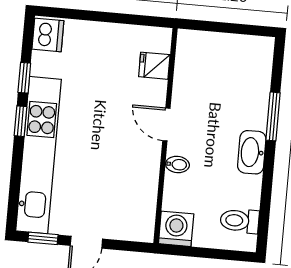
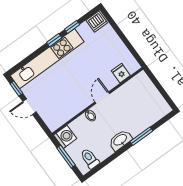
window: (206, 253) -> (66, 157), added

